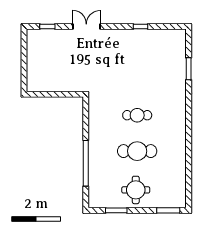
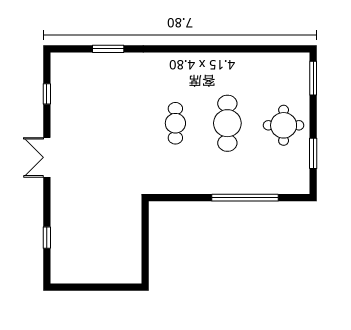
window: (47, 26) -> (47, 238), moved
double door: (86, 26) -> (47, 157), moved
window: (141, 26) -> (47, 94), moved

